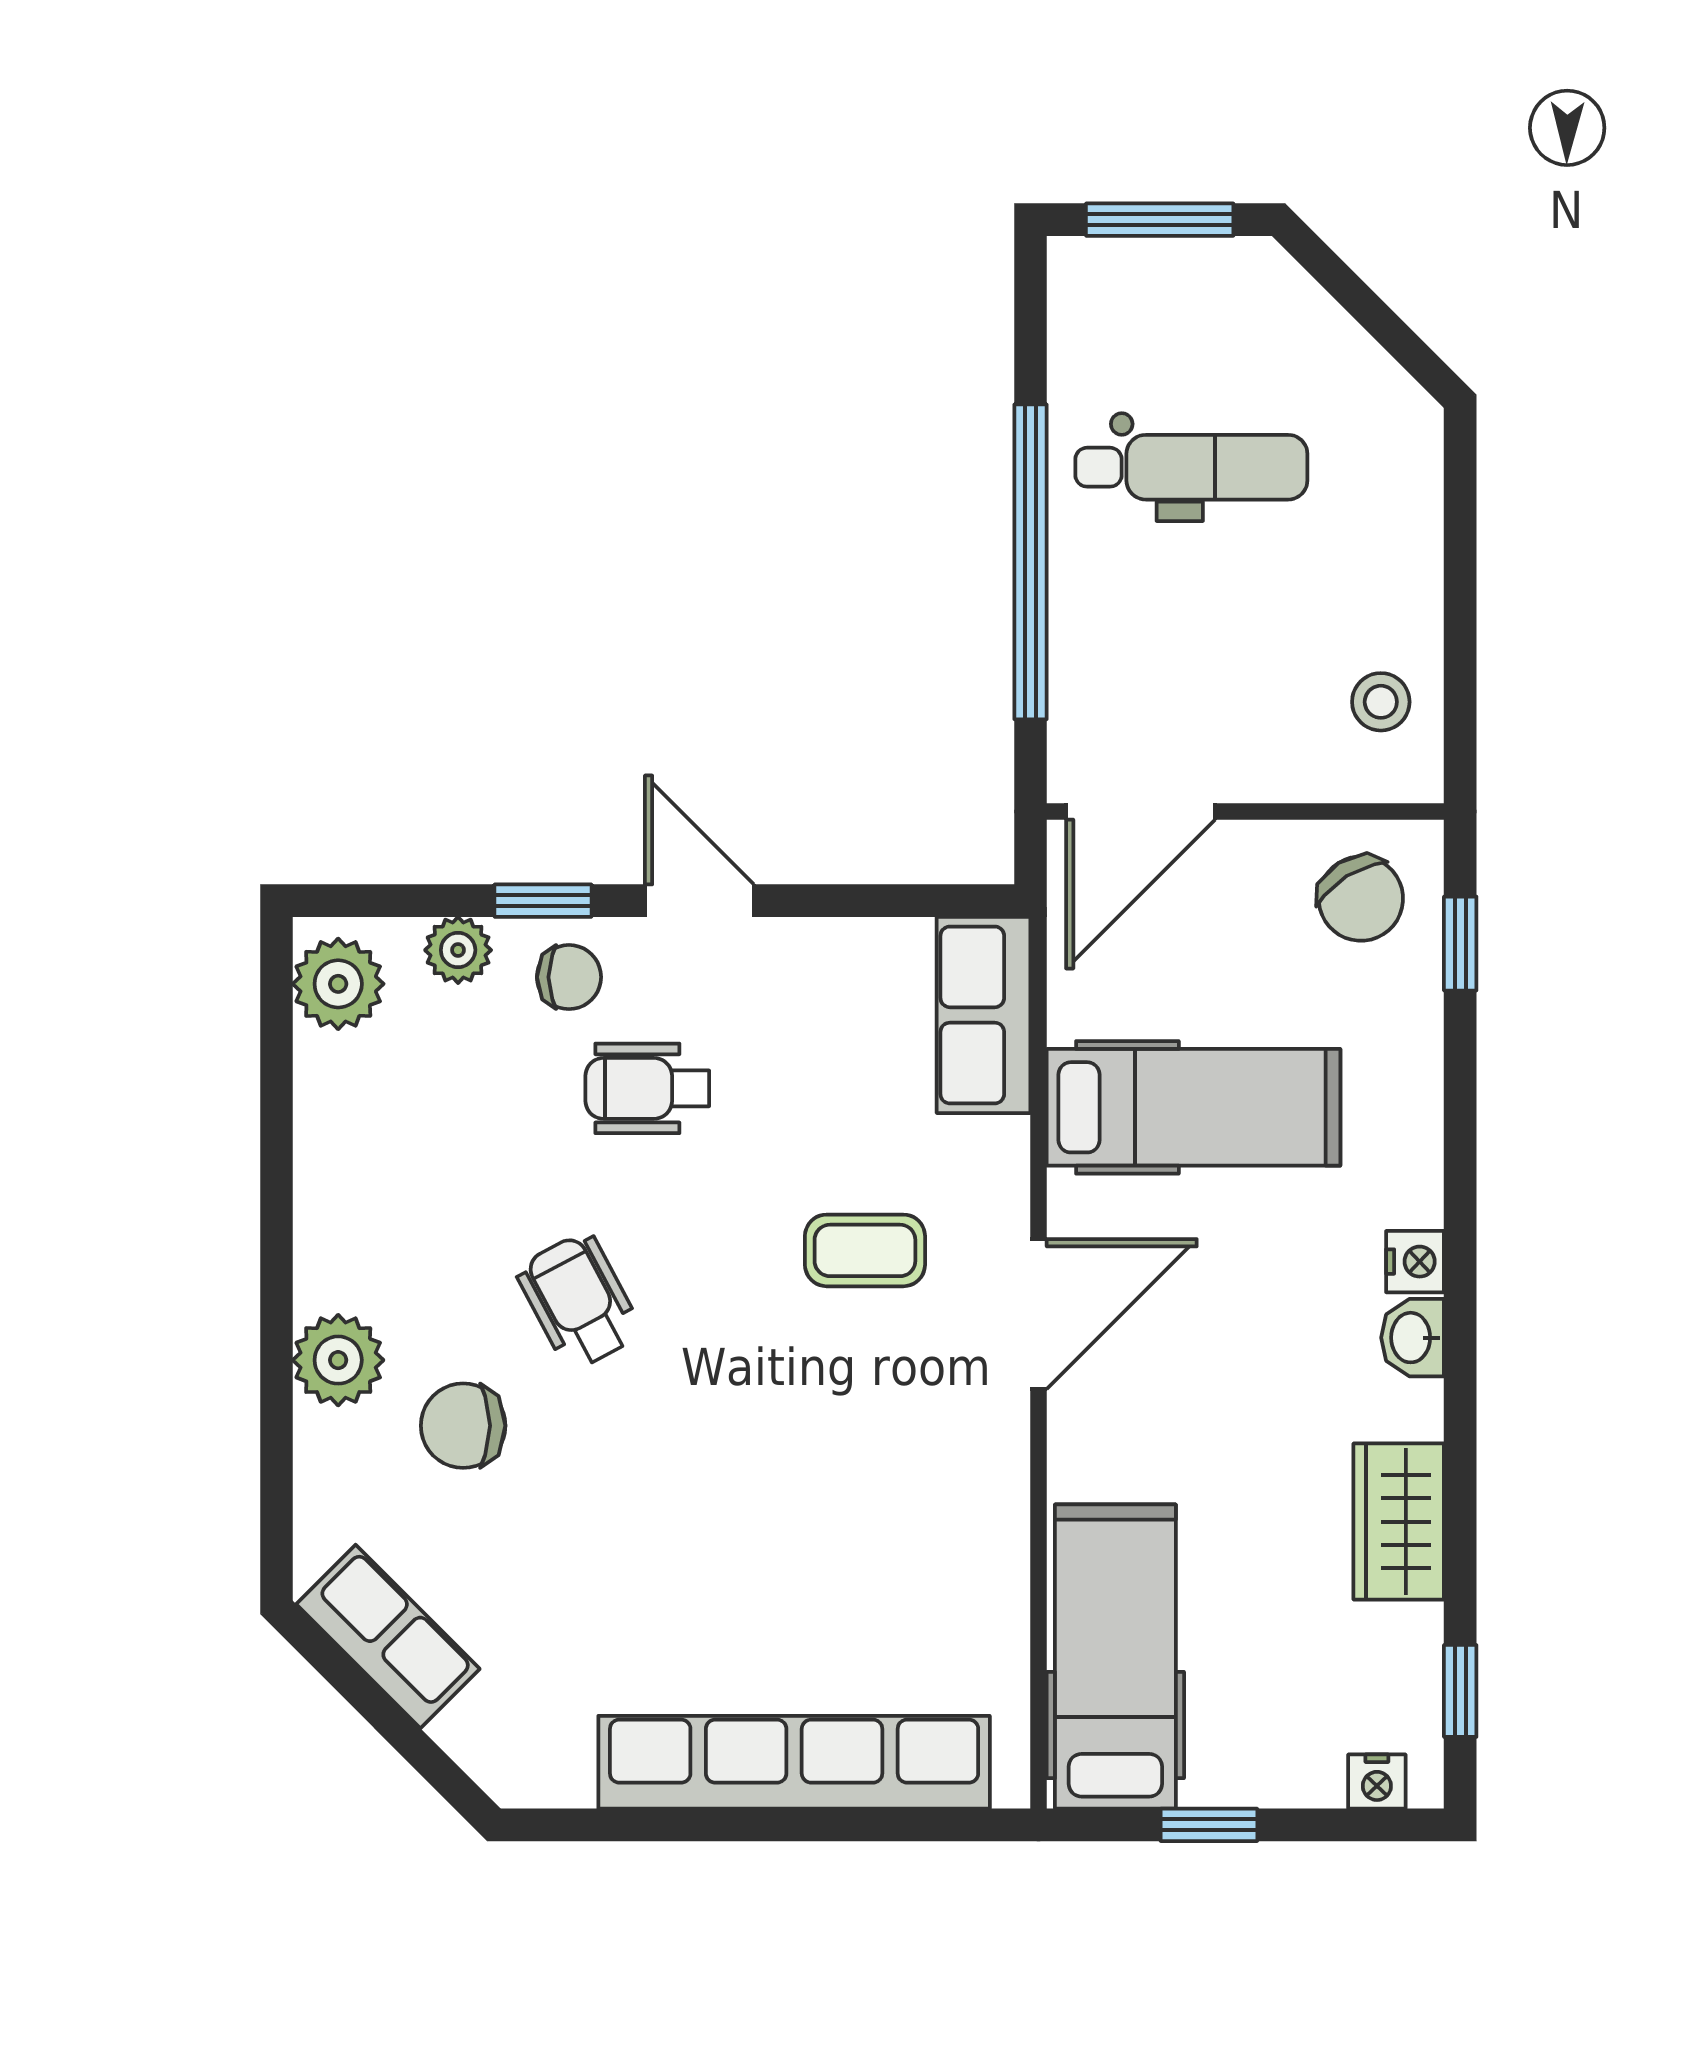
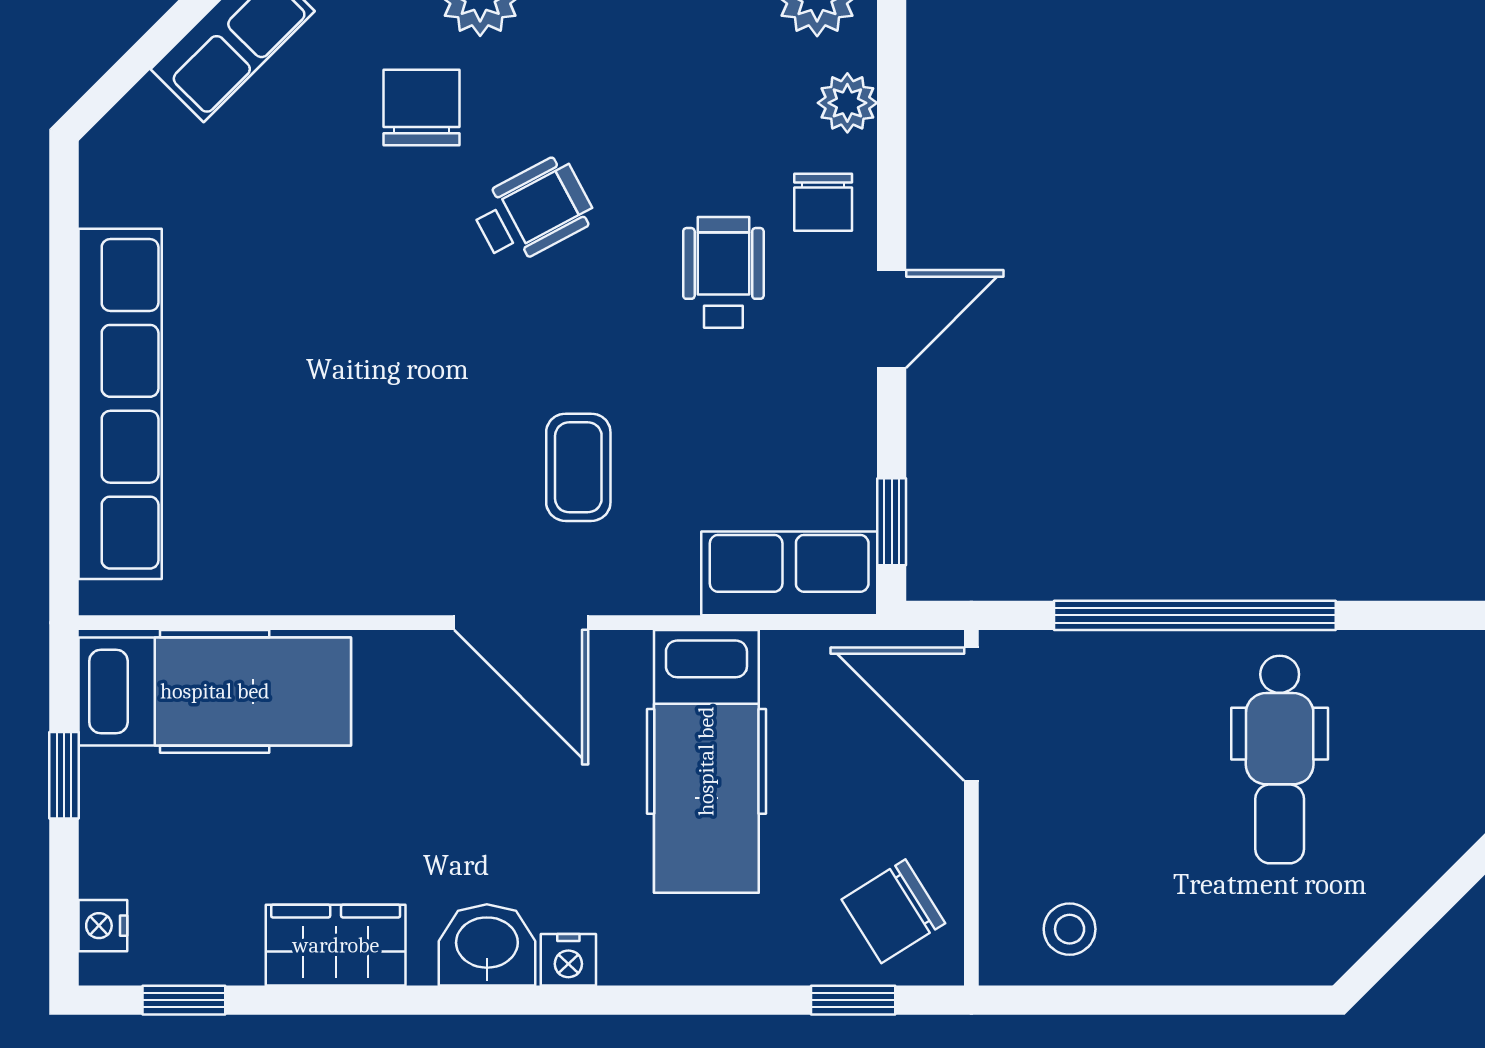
window: (543, 901) -> (892, 522), moved
washbasin: (1413, 1338) -> (487, 945), width x1.38, depth x1.45

